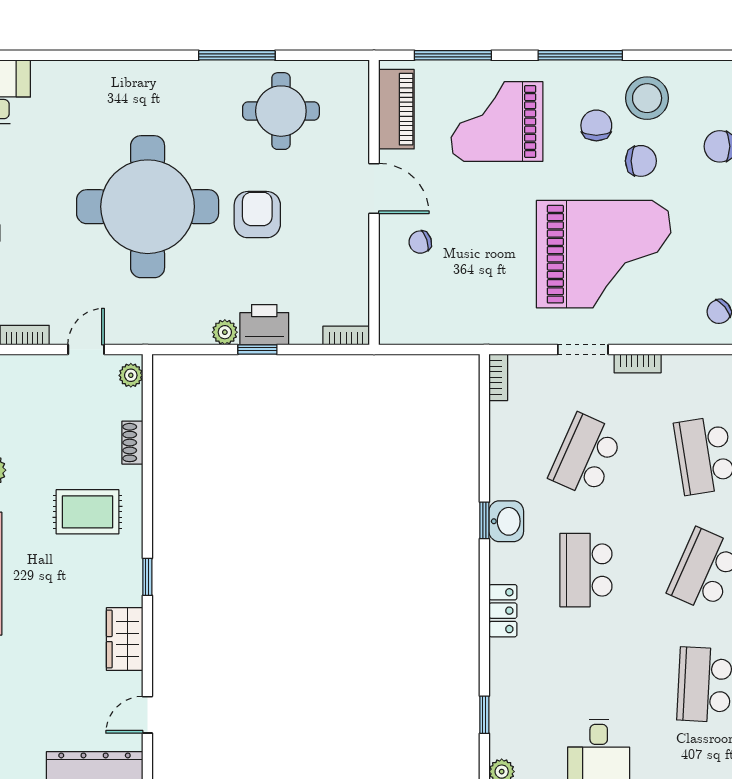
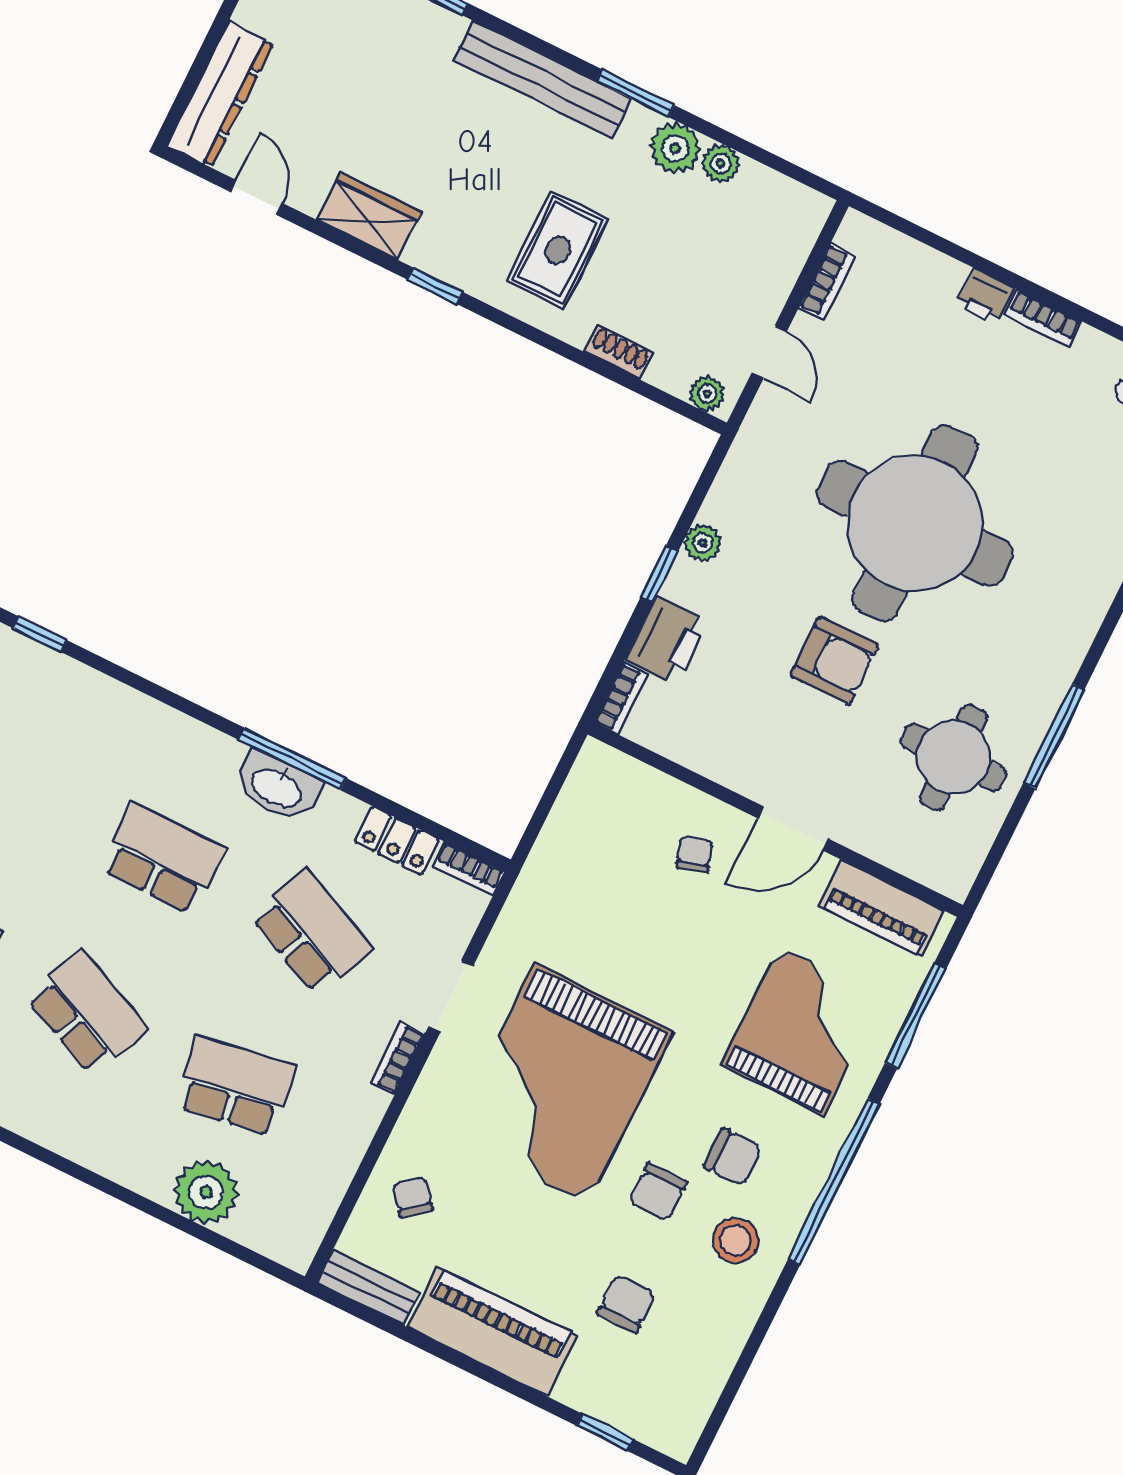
window: (580, 55) -> (834, 1181), width x1.46
stool: (647, 98) -> (736, 1240), width x0.73, depth x0.73
printer: (264, 325) -> (667, 640), moved
window: (484, 520) -> (292, 759), width x2.17
washbasin: (506, 521) -> (277, 787), width x1.38
locker: (503, 611) -> (397, 841), moved

